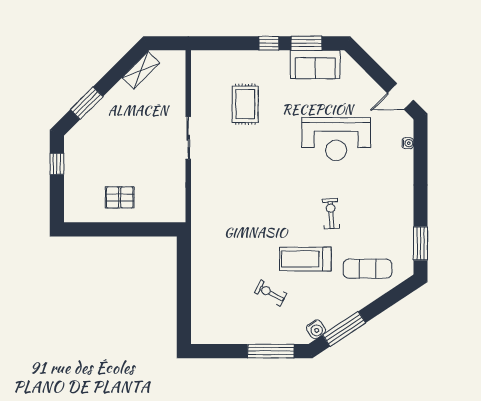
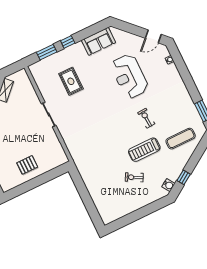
window: (306, 43) -> (47, 52), moved
reception desk: (336, 139) -> (129, 76), turned 90
window: (344, 329) -> (184, 177), width x0.46
window: (271, 351) -> (150, 209), removed

